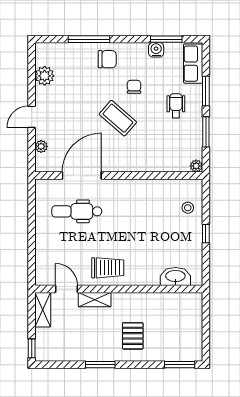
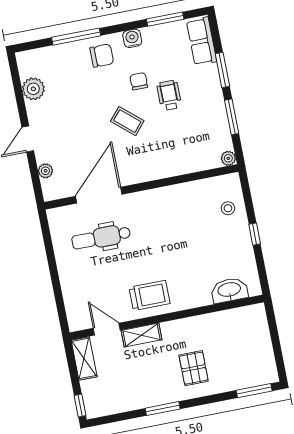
water cooler: (156, 50) -> (132, 38), moved
wheelchair: (176, 106) -> (169, 95), moved
coffee table: (118, 118) -> (127, 121), width x0.73, depth x0.77

